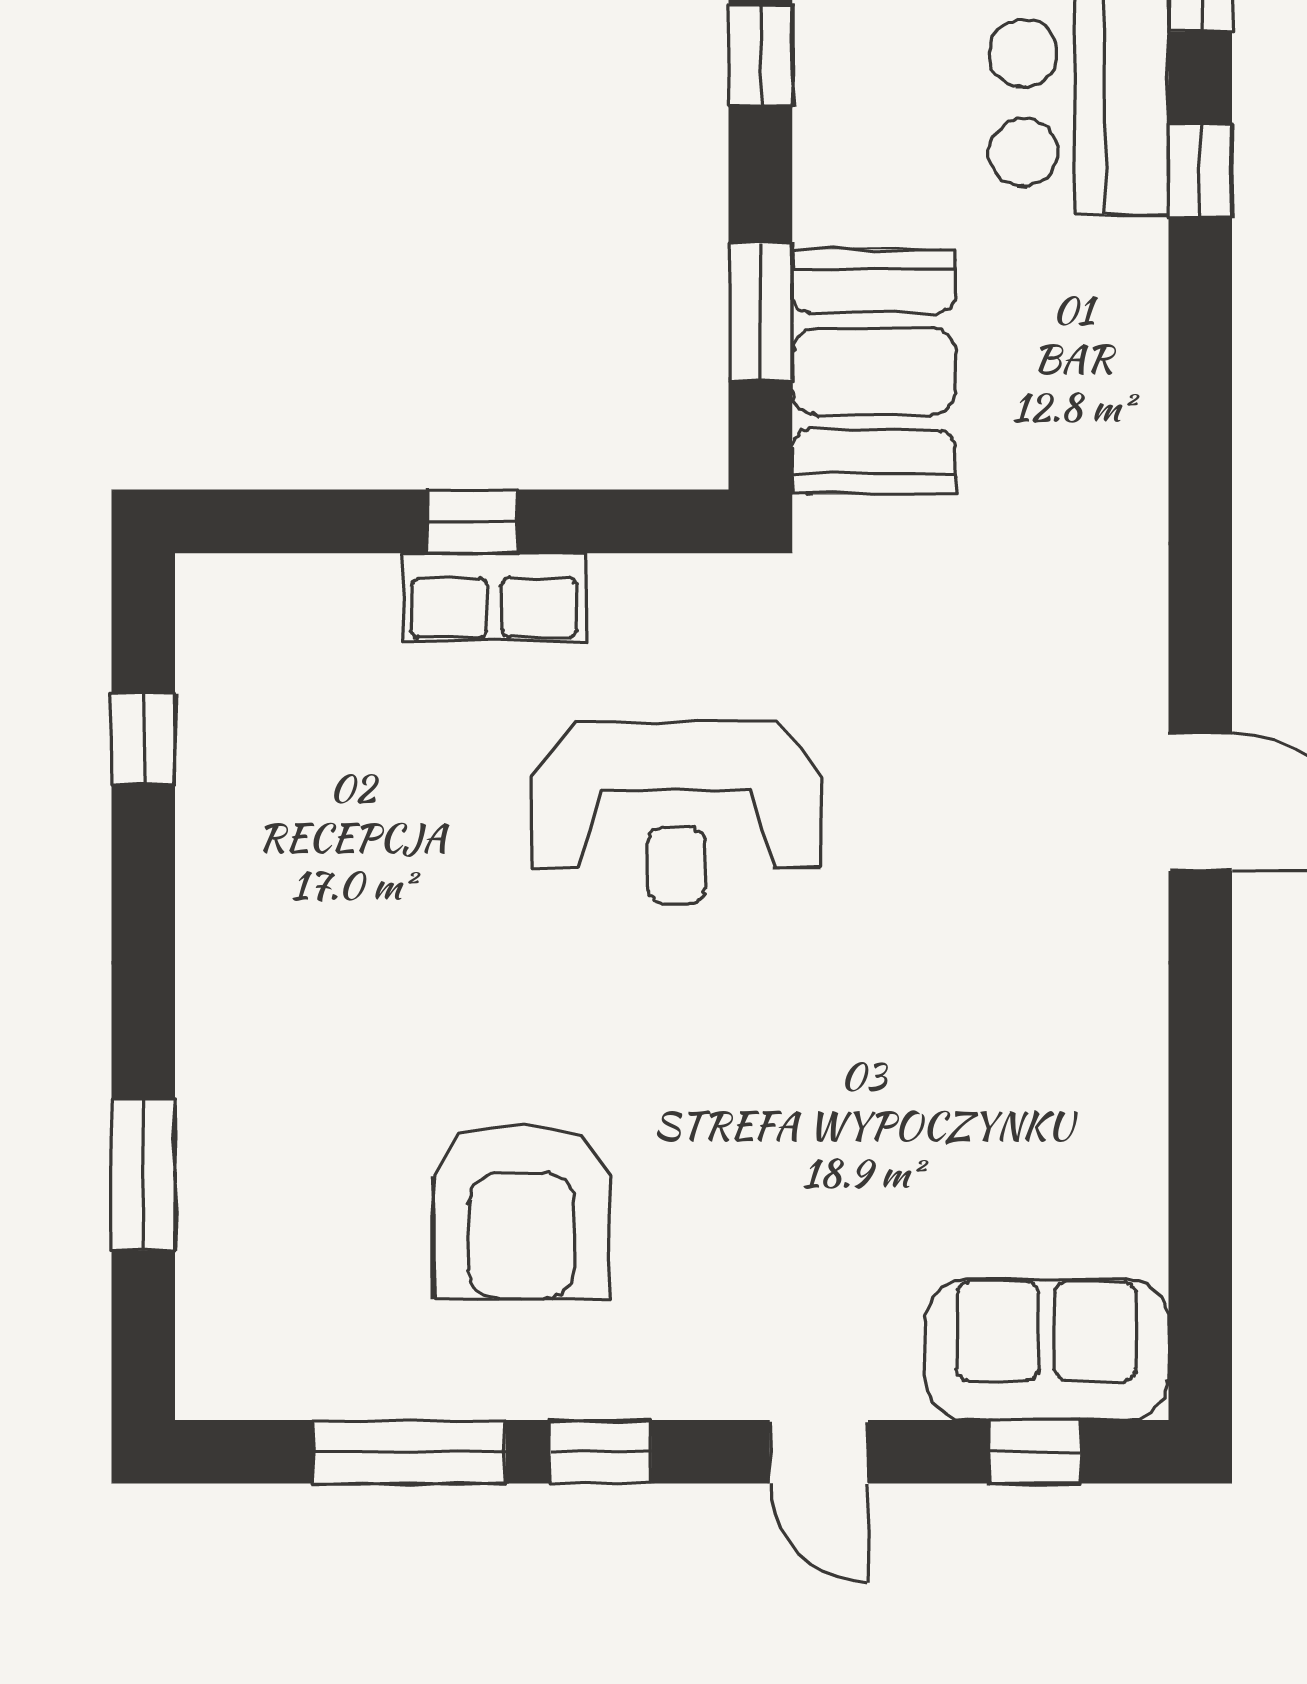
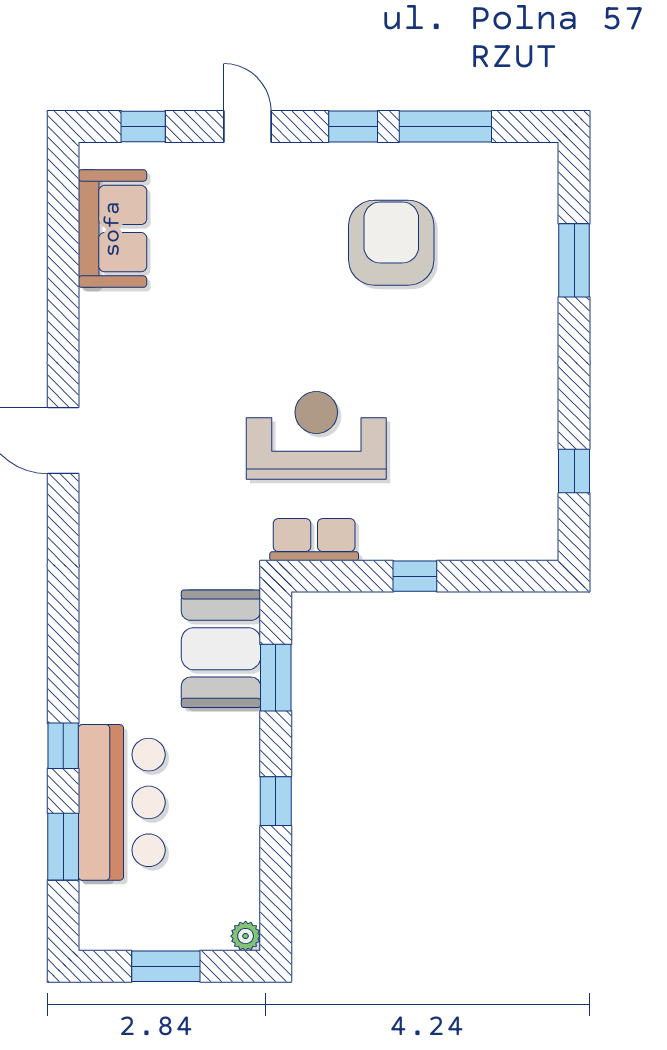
row of seats: (494, 597) -> (314, 540), moved
sofa: (1047, 1350) -> (113, 229), moved, turned -90

